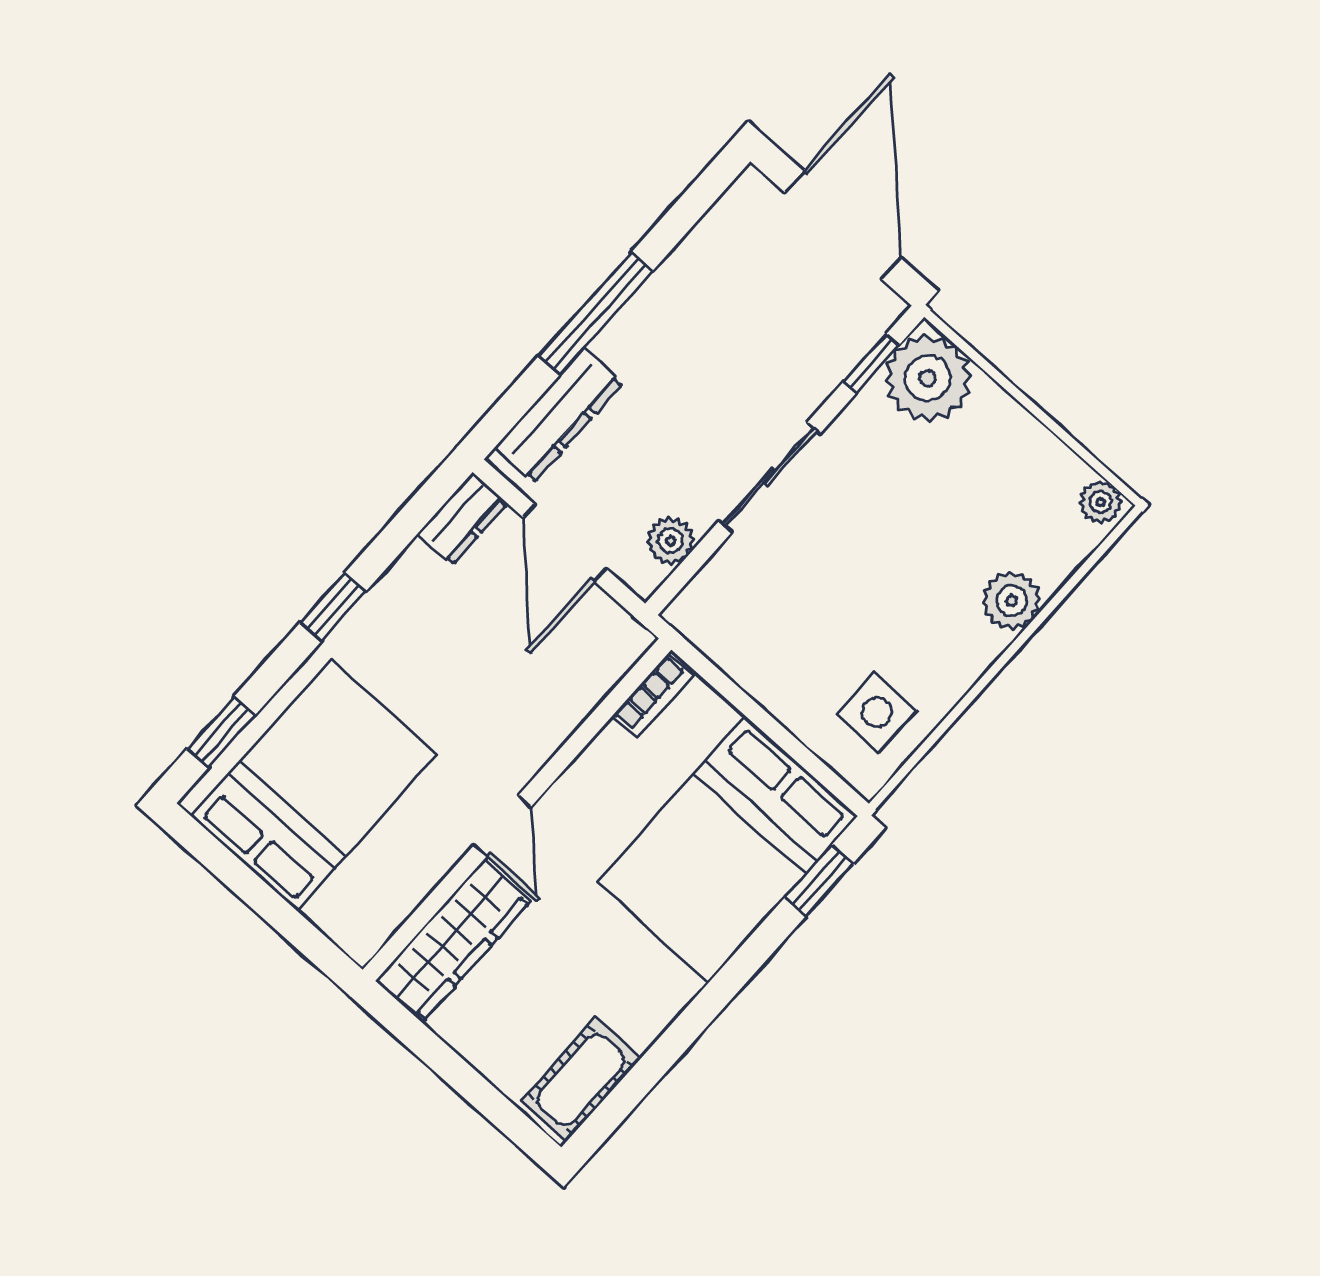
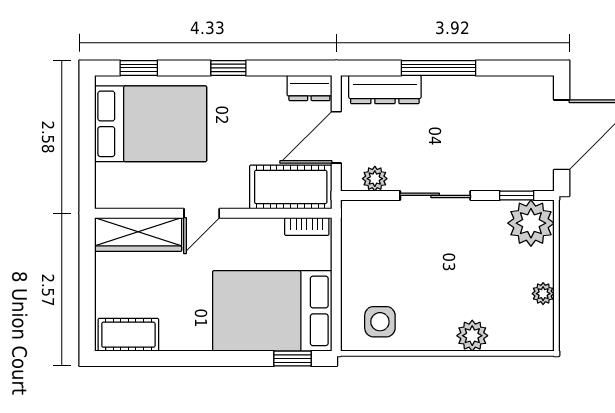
plant: (1101, 502) -> (543, 294), moved
cot: (577, 669) -> (291, 187), added

